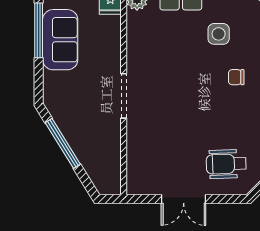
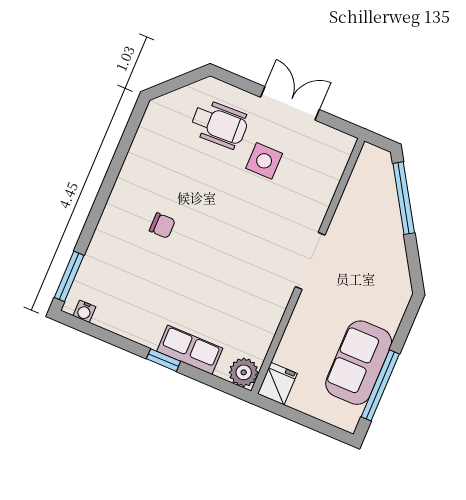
side table: (219, 34) -> (264, 161), moved
window: (63, 143) -> (404, 198), moved

